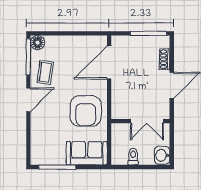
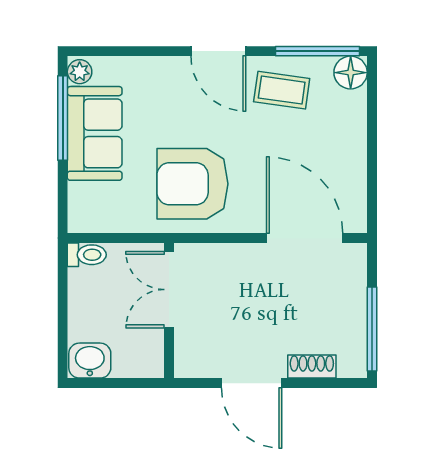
double door: (147, 121) -> (169, 290), moved
sofa: (87, 153) -> (95, 133), moved
toilet: (133, 157) -> (87, 255), moved
plant: (37, 160) -> (80, 72), added

